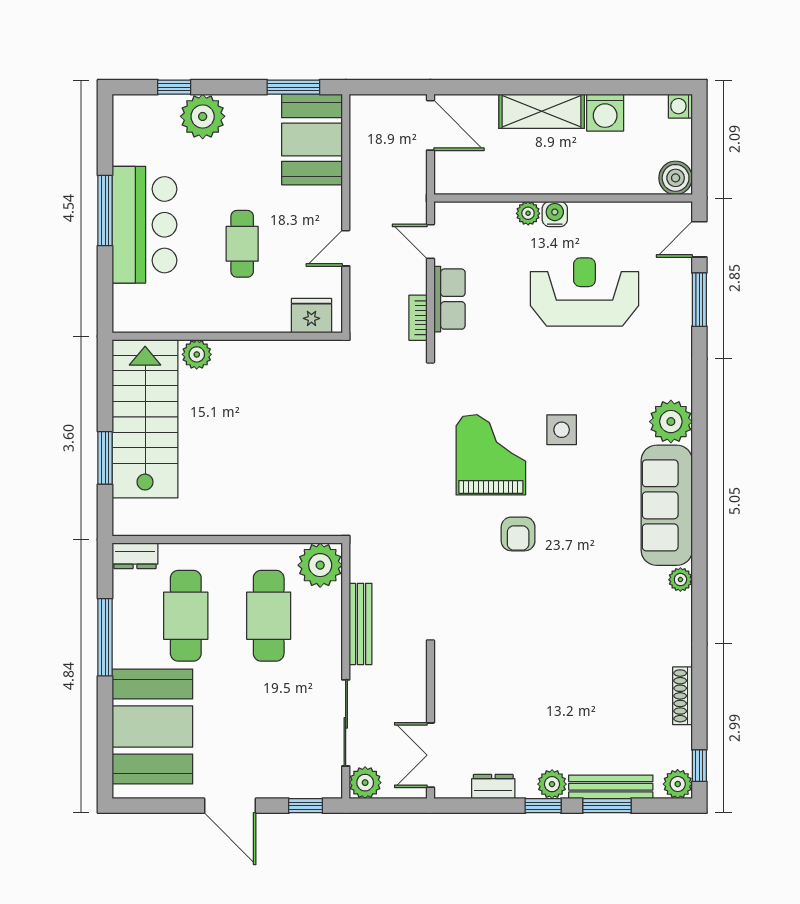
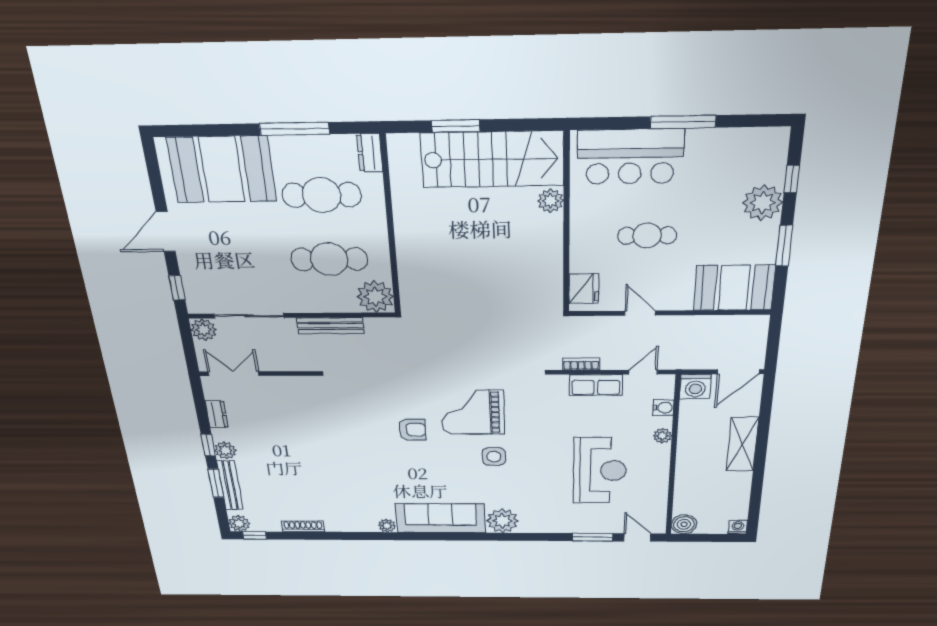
window: (293, 87) -> (784, 246), moved
washing machine: (605, 113) -> (695, 387), moved, turned -90
water cooler: (555, 214) -> (663, 408), moved
bar counter: (144, 225) -> (630, 157), moved
grand piano: (491, 455) -> (473, 412), turned 180
armchair: (518, 534) -> (412, 430), turned 180

